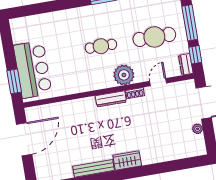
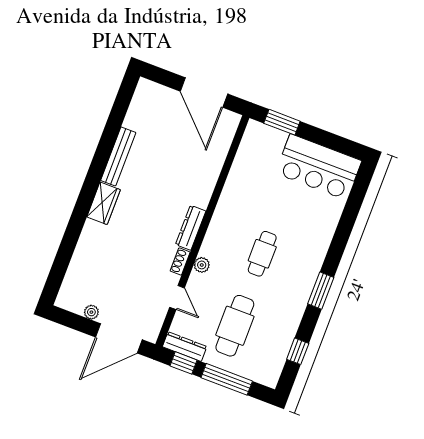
dresser: (186, 64) -> (185, 347), width x1.44
bar counter: (33, 69) -> (318, 167), moved
plant: (124, 75) -> (202, 265), width x0.53, depth x0.53

